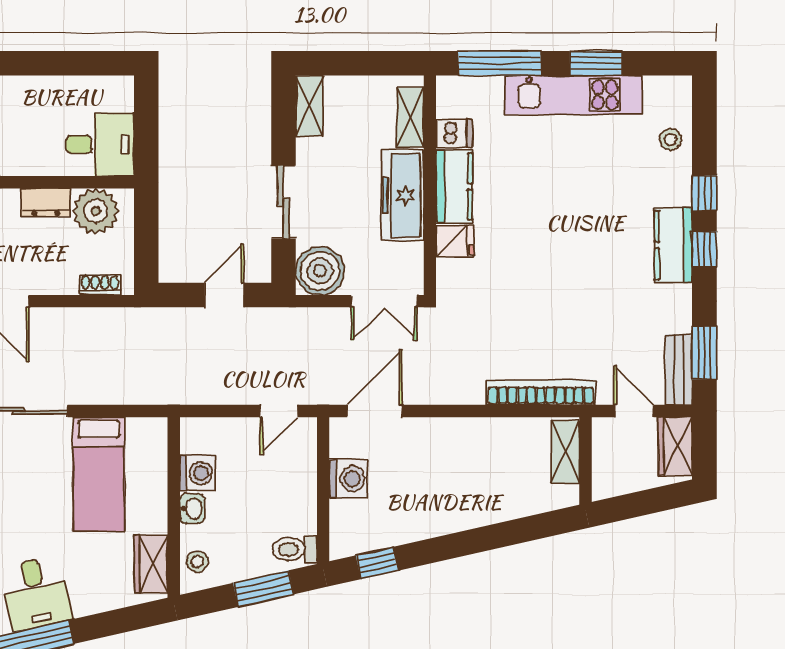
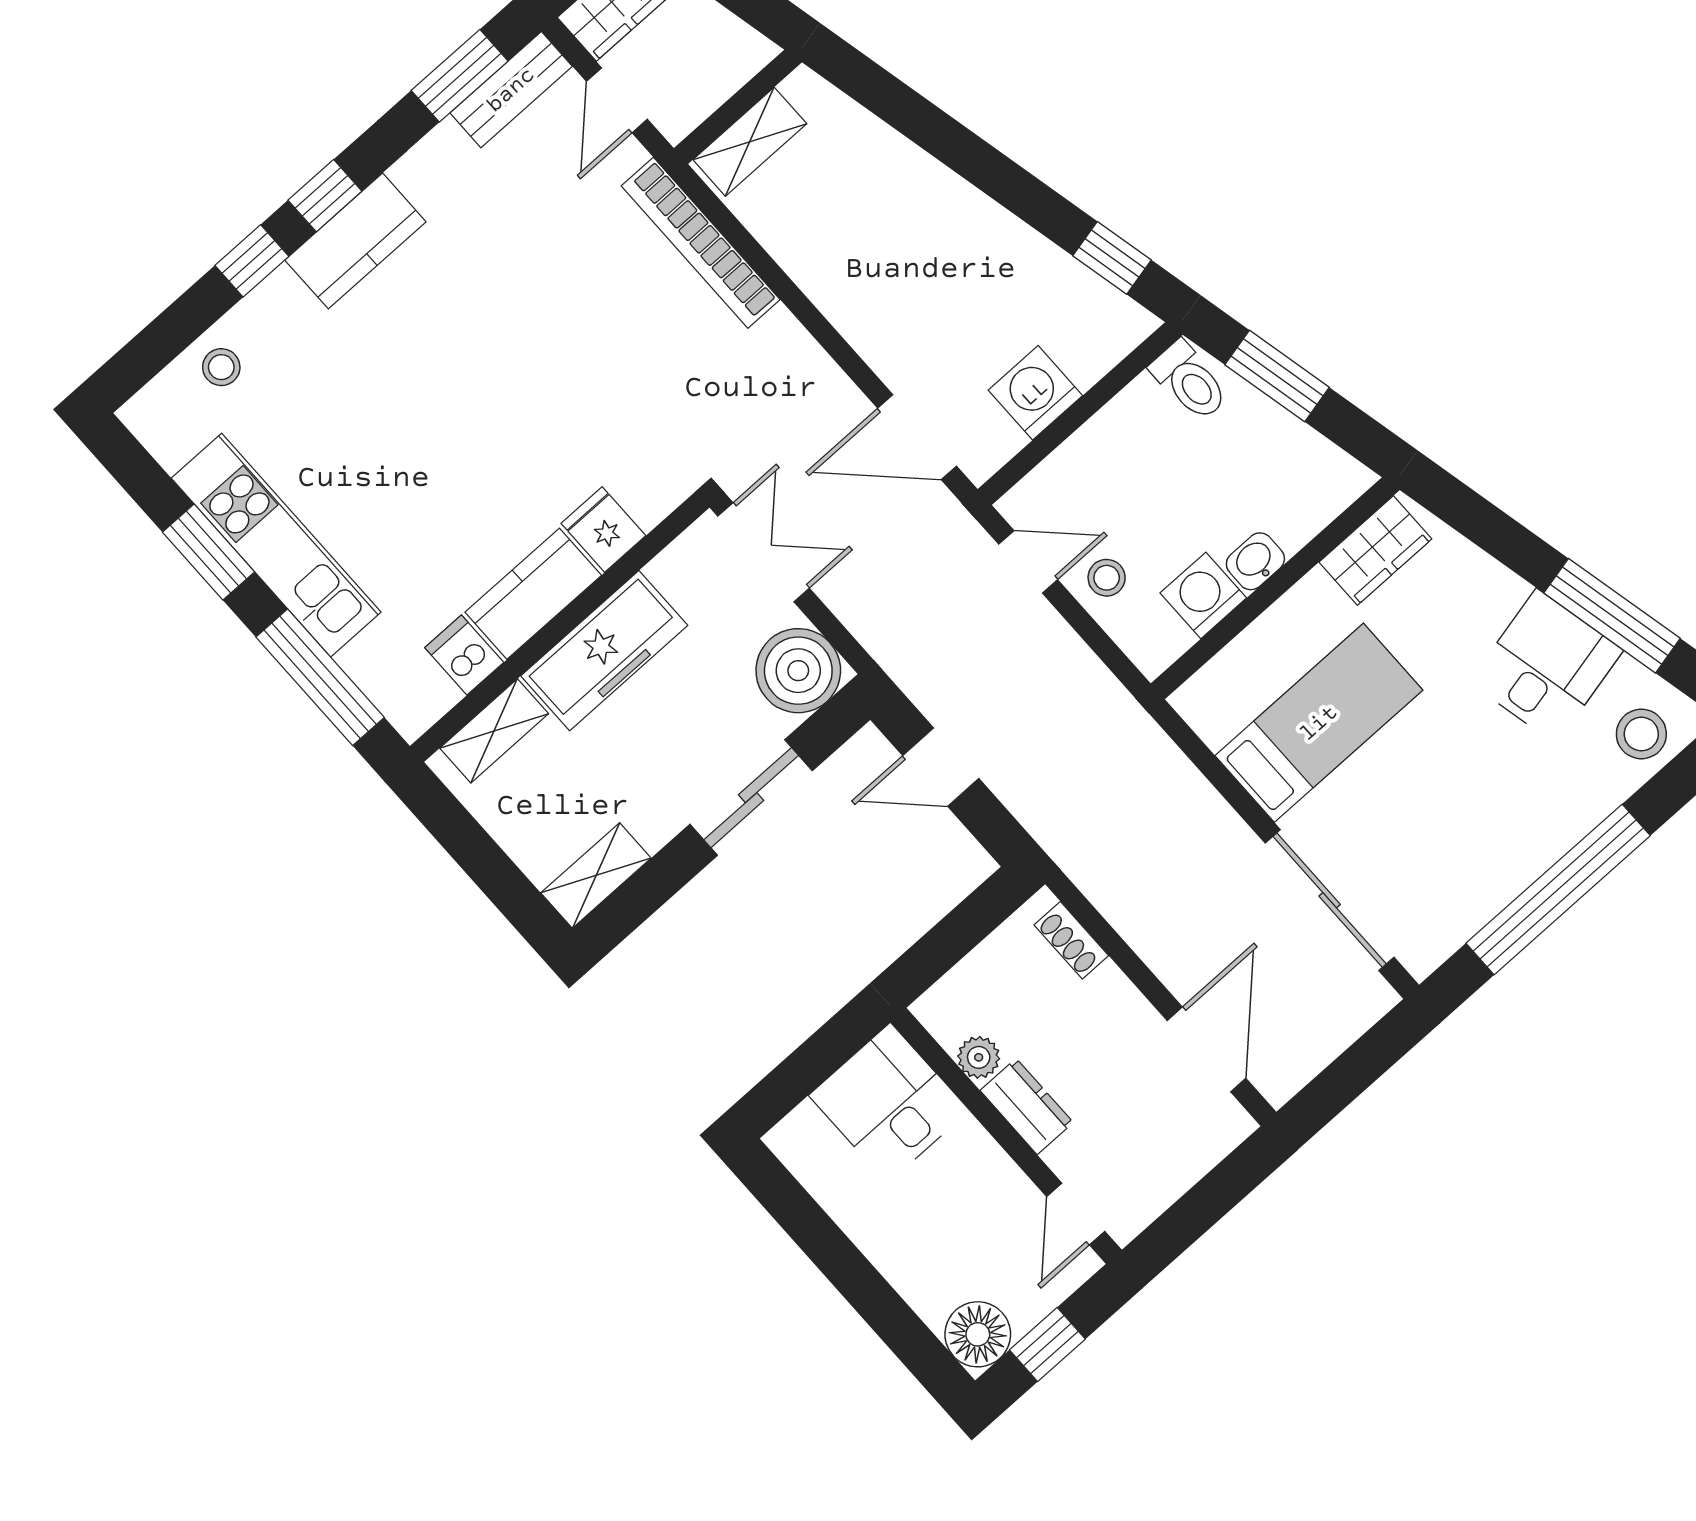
plant: (96, 211) -> (979, 1057), width x0.53, depth x0.53
stool: (197, 562) -> (1107, 578), moved

